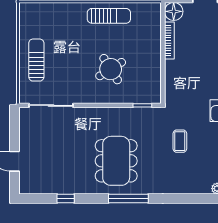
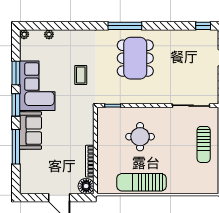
sun lounger: (109, 16) -> (142, 182), width x1.36, depth x1.34
round table: (111, 69) -> (140, 137), turned 32
window: (66, 198) -> (203, 26), moved

